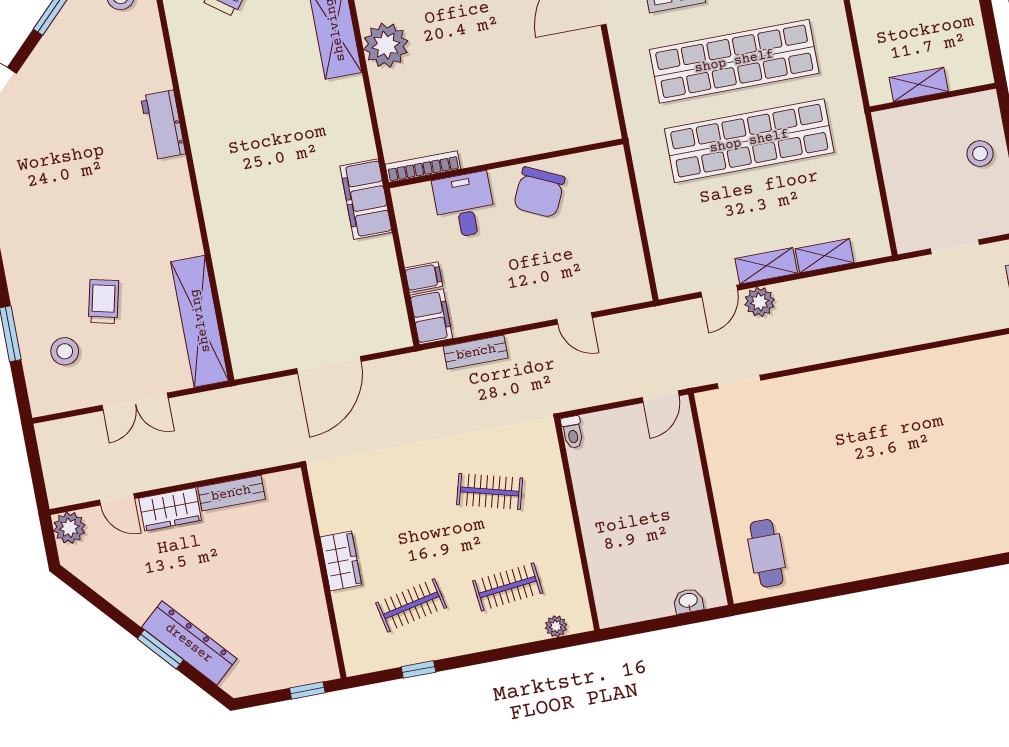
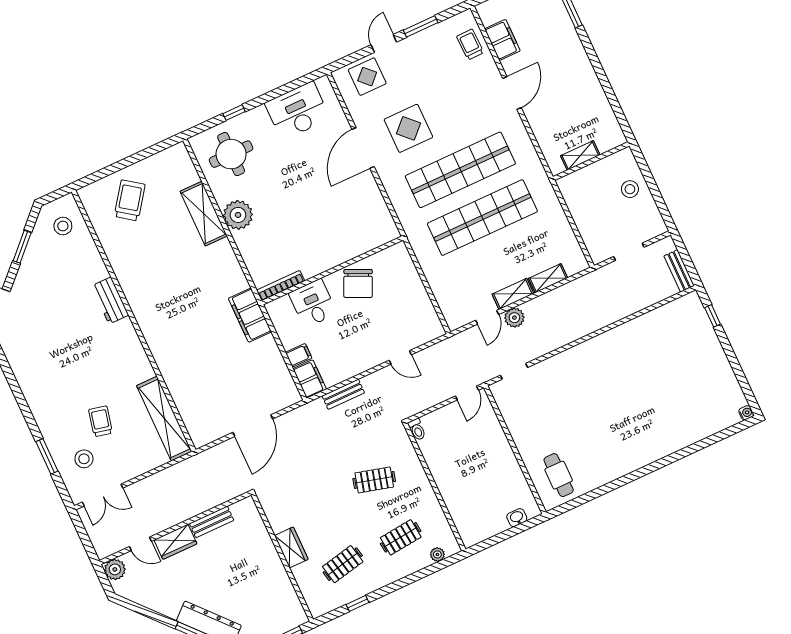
double door: (135, 402) -> (103, 495), moved

